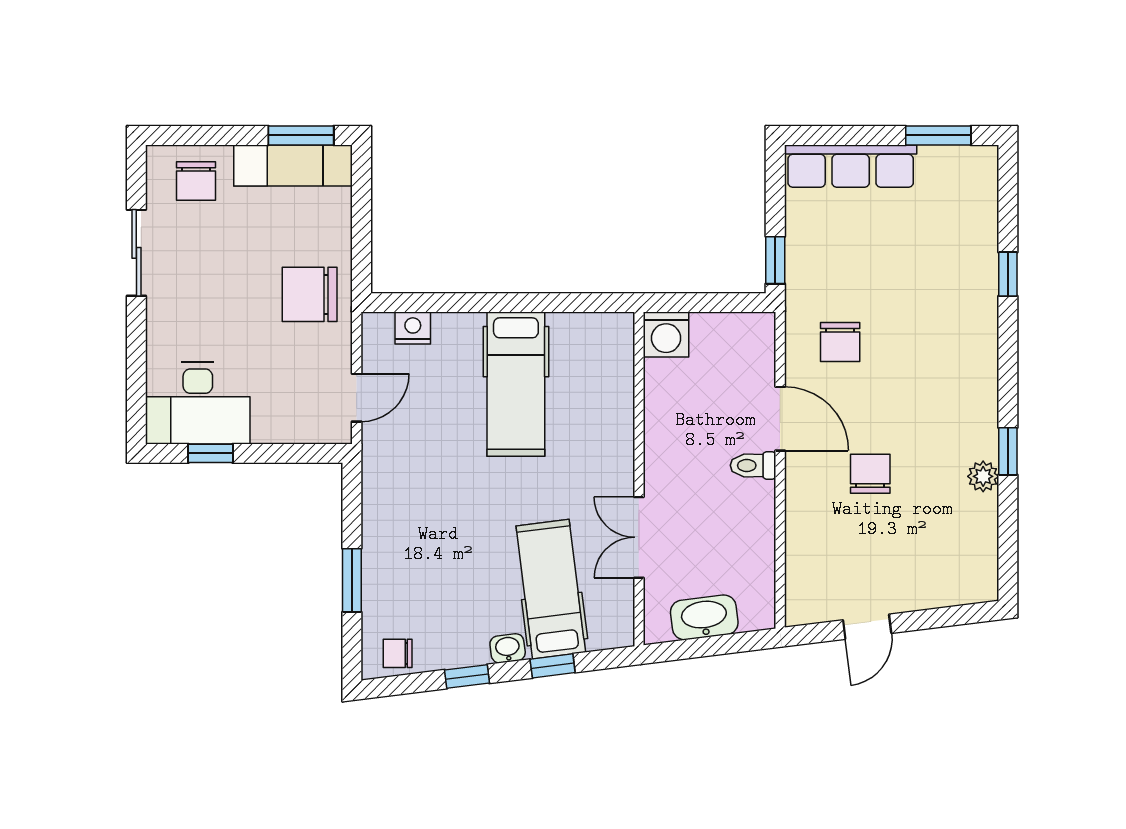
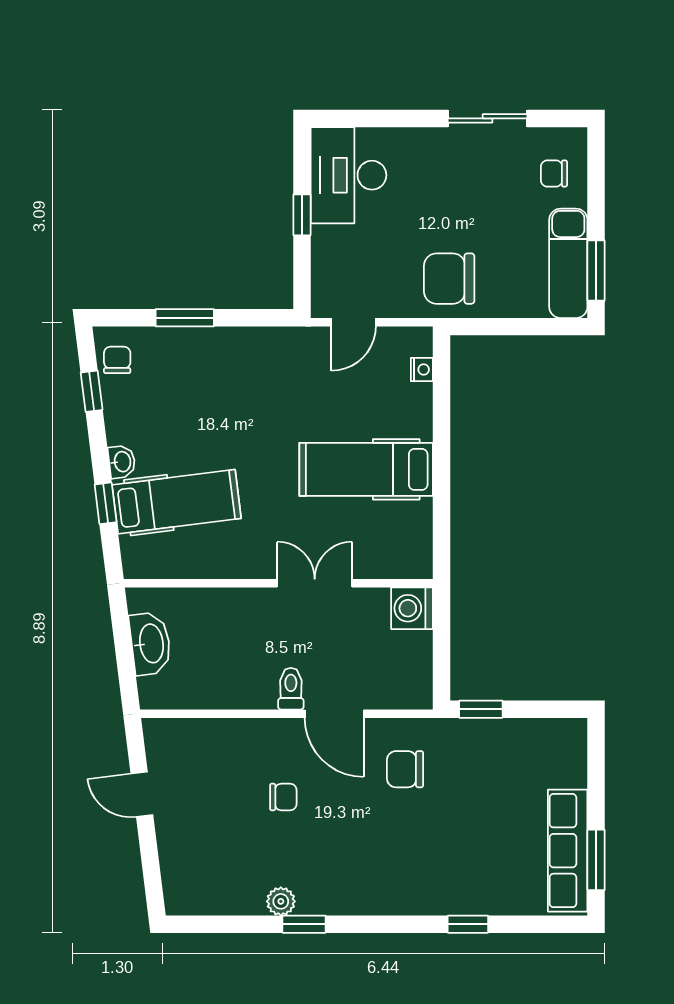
row of seats: (851, 166) -> (568, 851), moved
chair: (196, 181) -> (554, 173), width x0.73, depth x0.73
chair: (310, 294) -> (449, 279), turned -90
nightstand: (413, 328) -> (422, 369), width x0.72, depth x0.74
door: (357, 398) -> (354, 322), hinge flipped
door: (780, 419) -> (334, 714), hinge flipped
window: (211, 453) -> (302, 215), moved
chair: (870, 474) -> (283, 797), width x0.73, depth x0.73
double door: (639, 537) -> (315, 583), moved
window: (467, 677) -> (92, 391), moved

